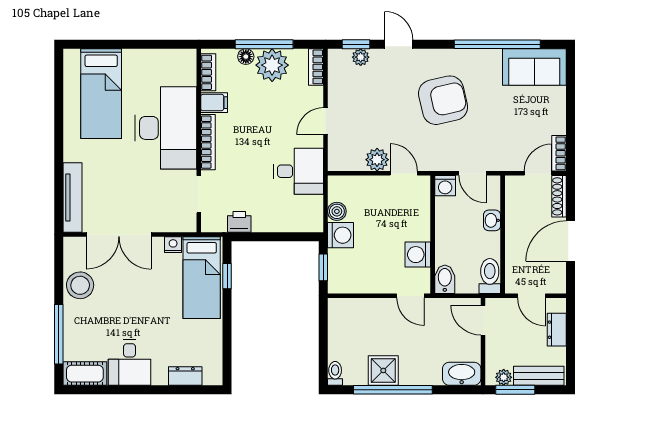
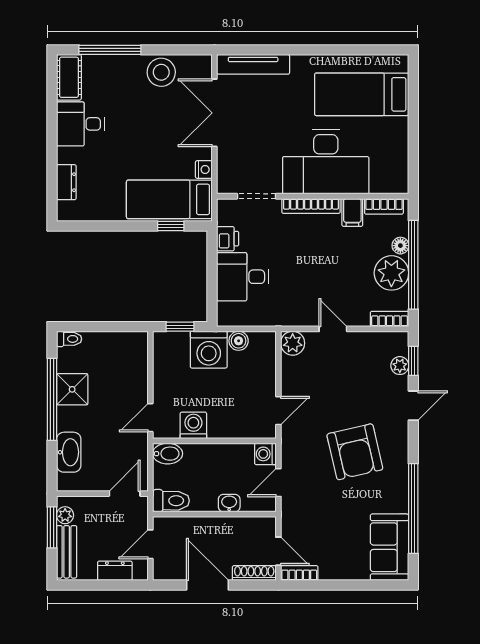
window: (264, 44) -> (413, 265), width x1.46
plant: (377, 160) -> (293, 343), moved
desk: (298, 171) -> (243, 277), moved, turned 90
washing machine: (341, 235) -> (209, 350), width x1.37, depth x1.37
washbasin: (462, 374) -> (69, 452), moved

